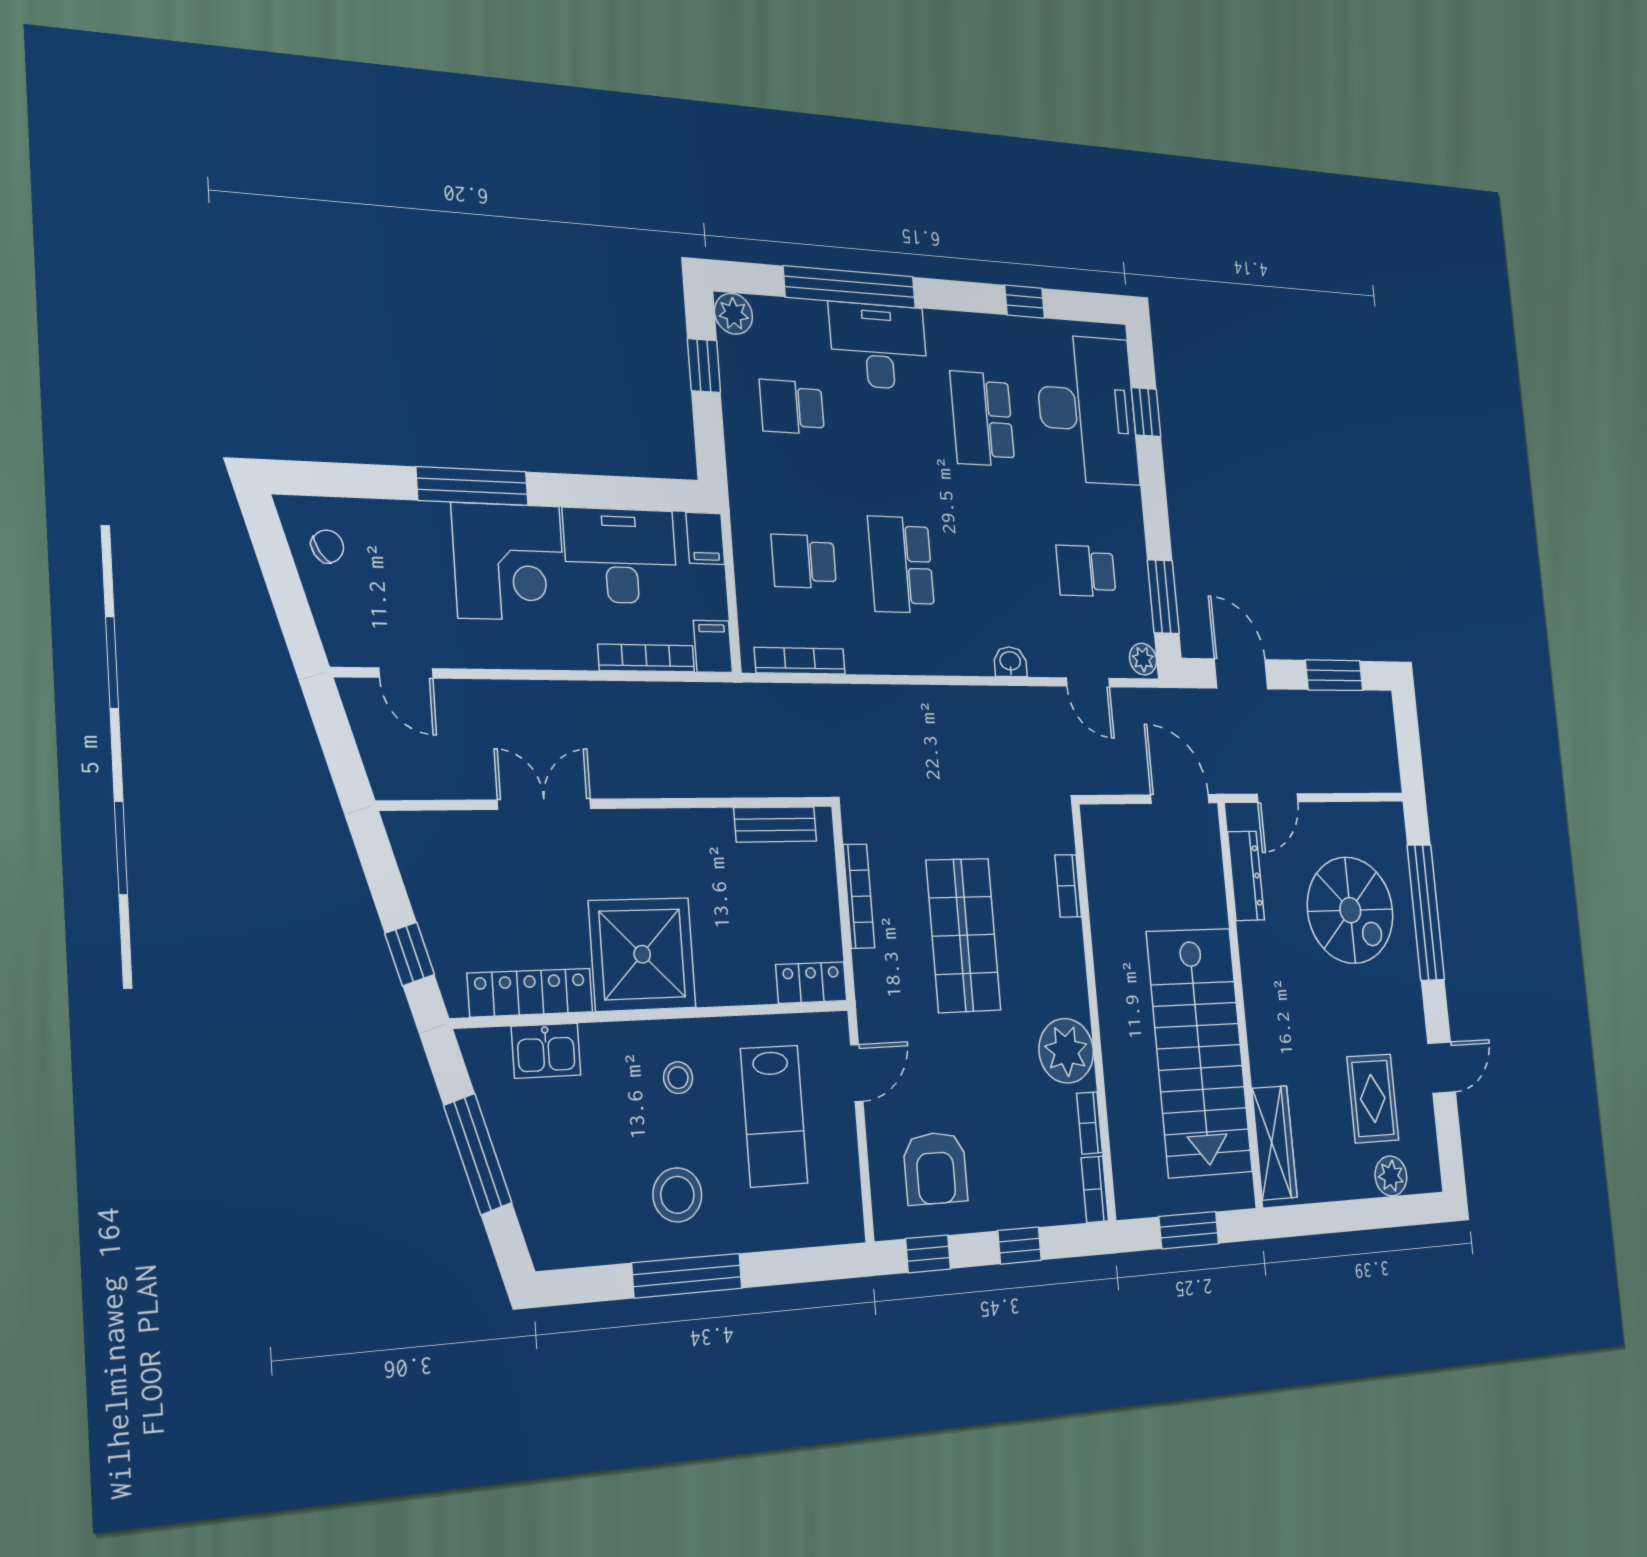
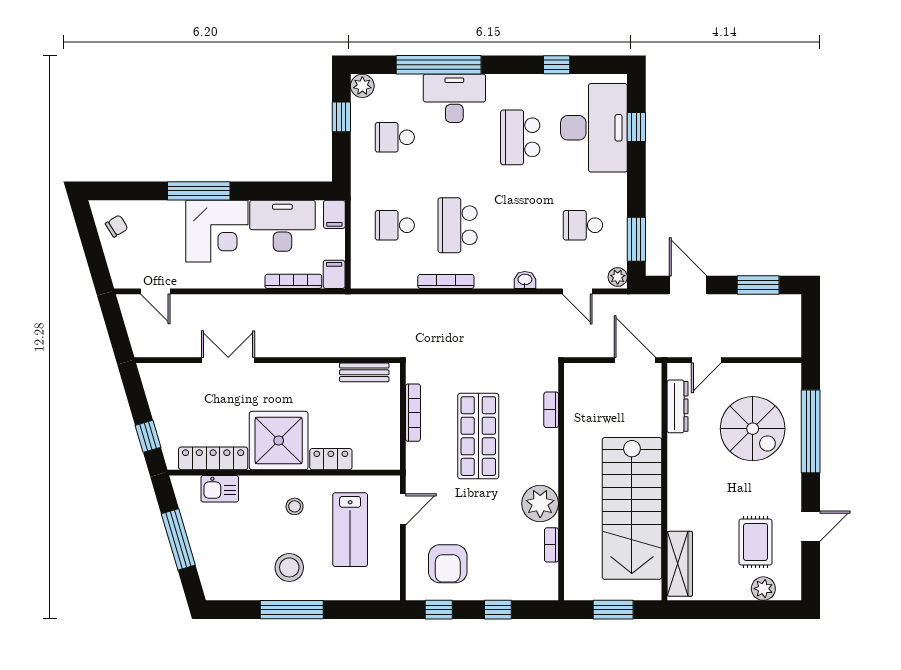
bookcase: (800, 661) -> (446, 281), moved
locker: (811, 983) -> (331, 459), moved
bookcase: (1095, 1189) -> (551, 582), removed

